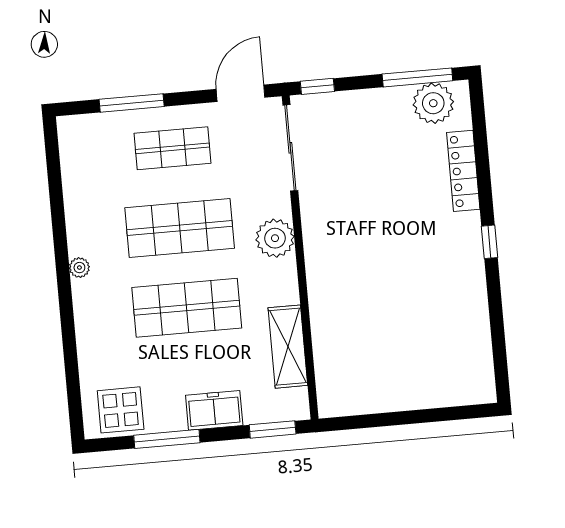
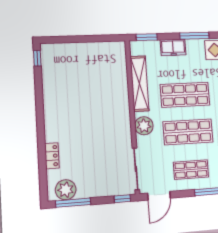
locker: (463, 171) -> (52, 156), width x0.66
window: (489, 242) -> (37, 58), moved
shelving: (288, 347) -> (140, 84), width x1.47

